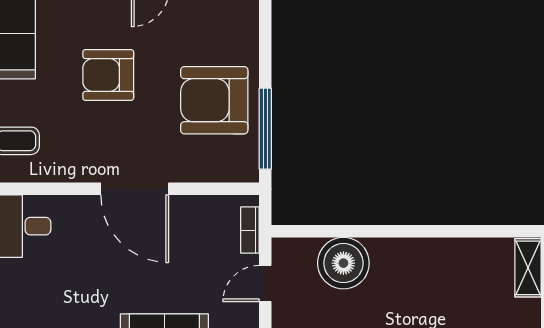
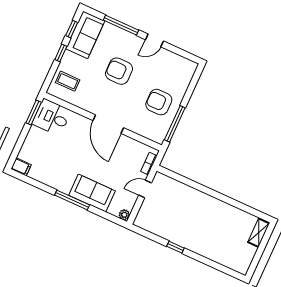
armchair: (214, 100) -> (159, 102), width x0.73, depth x0.73
boiler: (343, 263) -> (182, 195), removed

